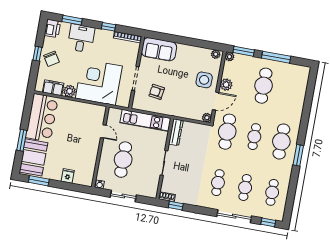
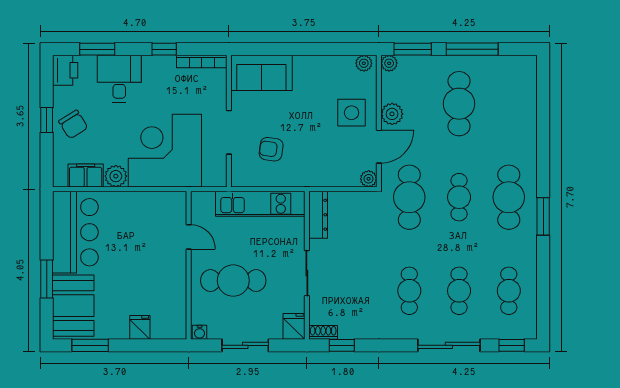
cafe table: (123, 160) -> (233, 281), turned 90
fridge: (152, 191) -> (294, 326), added

